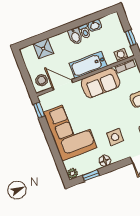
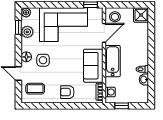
bidet: (75, 36) -> (141, 60), removed
shower: (43, 49) -> (141, 15), moved
floor lamp: (105, 161) -> (26, 57), moved
plant: (92, 165) -> (27, 32), added

